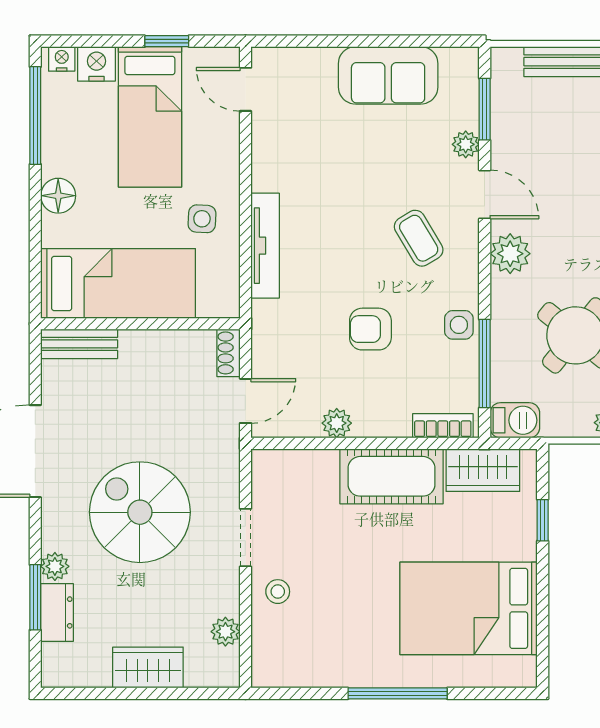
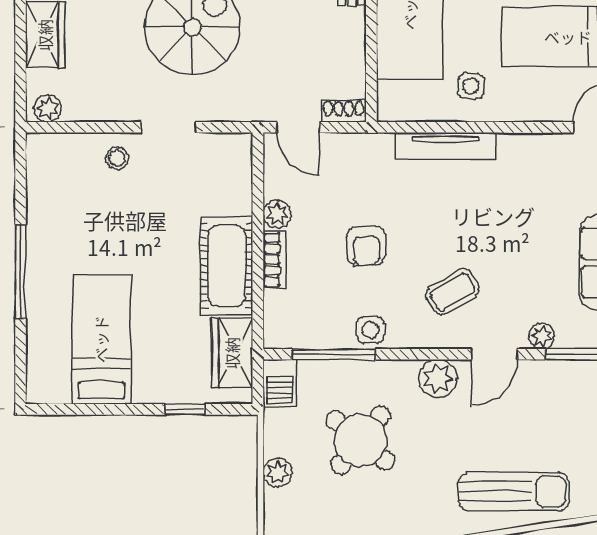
armchair: (370, 329) -> (366, 246), turned 180
bookcase: (443, 426) -> (275, 260), moved
bed: (469, 608) -> (101, 339), width x0.67
plant: (225, 632) -> (47, 108), moved

